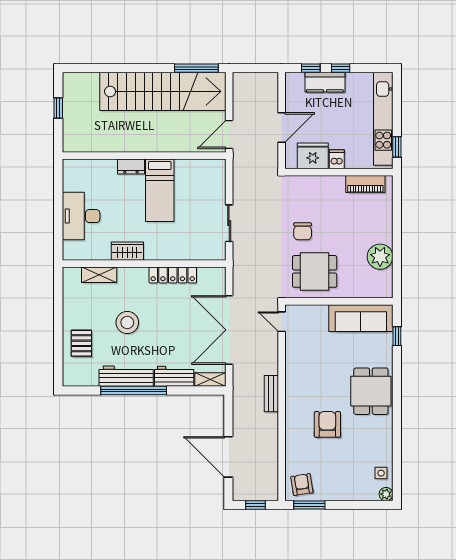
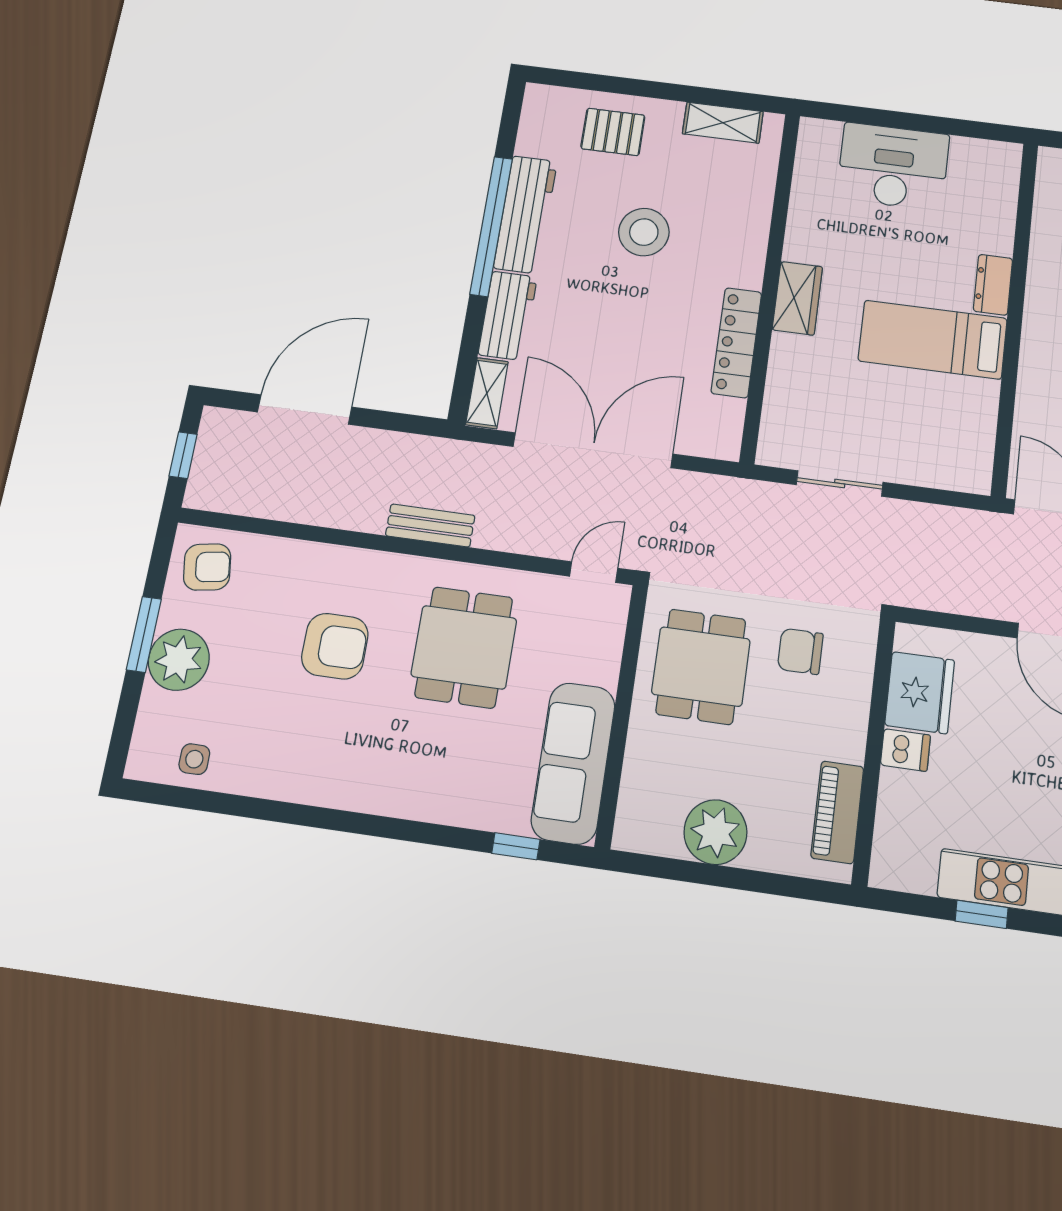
fridge: (313, 156) -> (920, 693), moved
dishwasher: (337, 159) -> (905, 750), moved
wall: (339, 172) -> (874, 751), moved
piano: (365, 184) -> (837, 812), moved
wardrobe: (127, 251) -> (797, 298), moved
shelving: (99, 275) -> (723, 123), moved, turned 90
dining table: (371, 391) -> (464, 647), moved, turned 90
plant: (386, 494) -> (179, 660), moved, width x1.87, depth x1.87
window: (309, 505) -> (144, 634), moved

